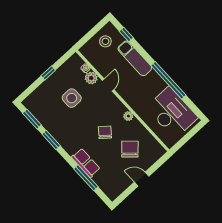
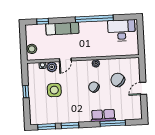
stool: (105, 41) -> (32, 49), moved
door: (108, 85) -> (65, 60), swing flipped
desk: (172, 113) -> (121, 30), width x0.73, depth x0.77

